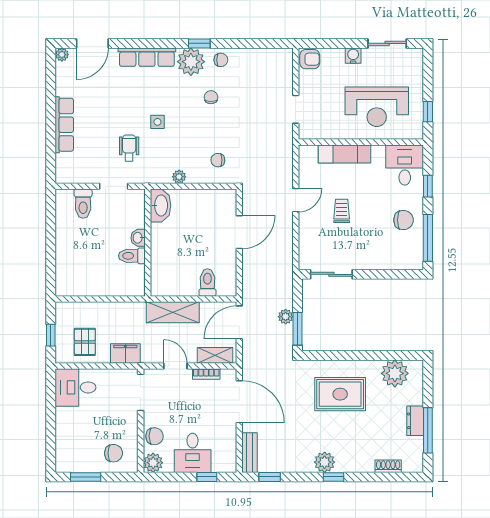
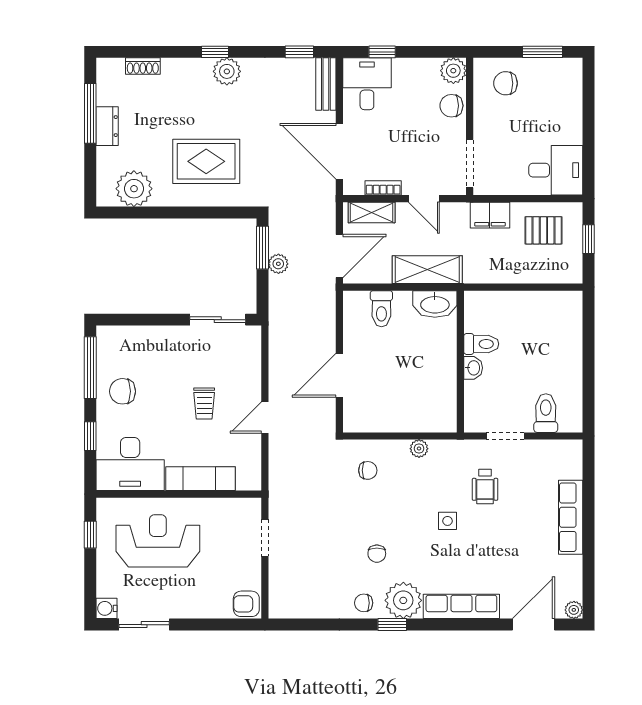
water cooler: (353, 56) -> (106, 608), moved, turned 90
desk: (405, 165) -> (130, 464), width x1.37
washbasin: (161, 205) -> (435, 304), moved, turned -90
pallet: (85, 342) -> (543, 230), turned 90
desk: (193, 453) -> (367, 84), moved

